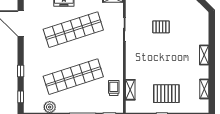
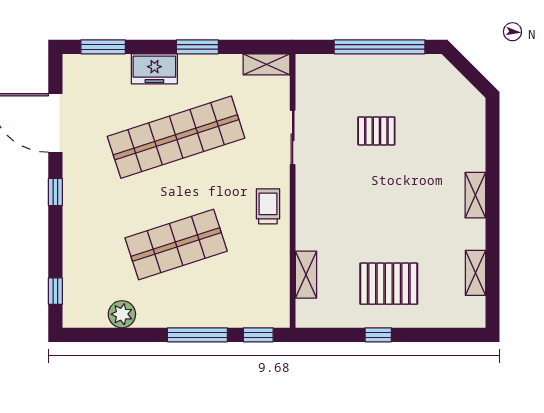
window: (21, 71) -> (55, 192), moved
shop shelf: (73, 77) -> (176, 244), width x0.71
trolley: (114, 88) -> (268, 206), moved

